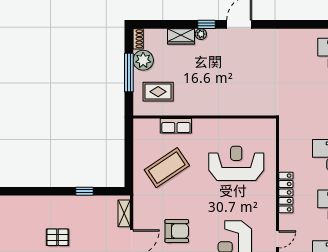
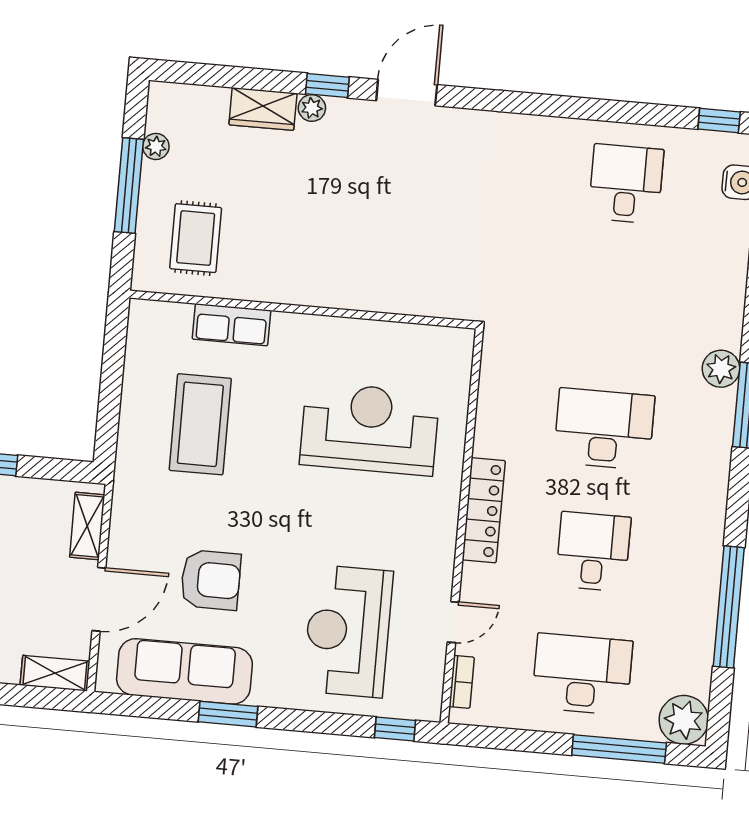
shoe rack: (138, 39) -> (158, 106), removed
plant: (143, 60) -> (156, 146), width x0.53, depth x0.53
rug: (158, 92) -> (196, 238), turned 90
coffee table: (167, 168) -> (200, 424), turned -56

